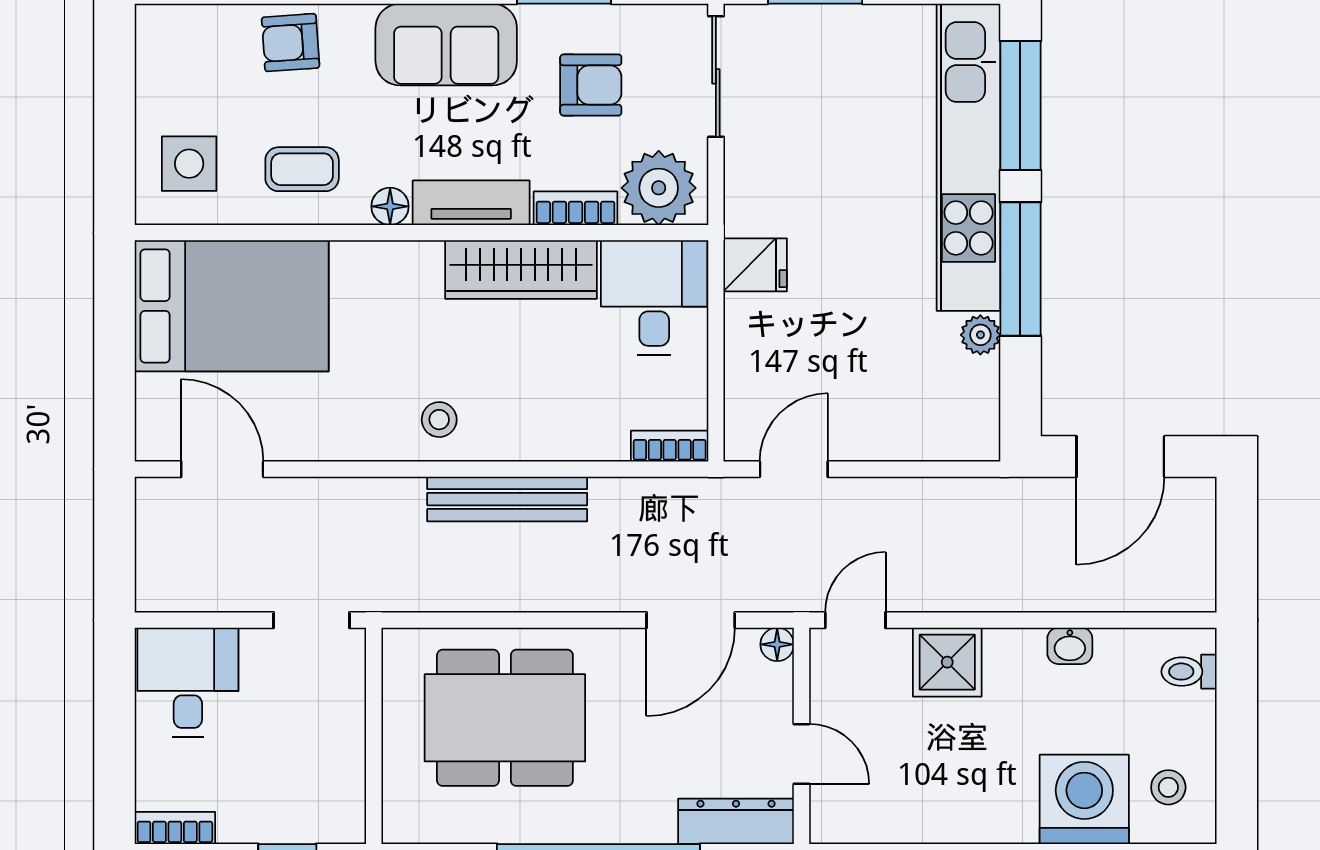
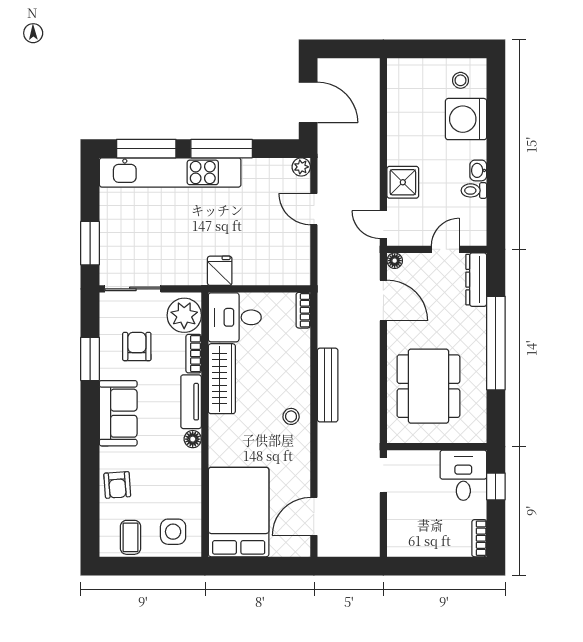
coffee table: (302, 169) -> (130, 537), moved
plant: (980, 335) -> (301, 167), moved
door: (794, 469) -> (314, 209), moved
washbasin: (1070, 646) -> (478, 170), moved, turned 180
toilet: (1189, 672) -> (474, 190), moved, turned 90
desk: (188, 682) -> (463, 475), moved, turned 90

